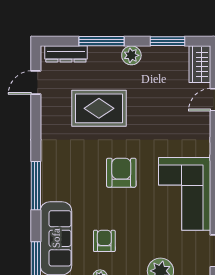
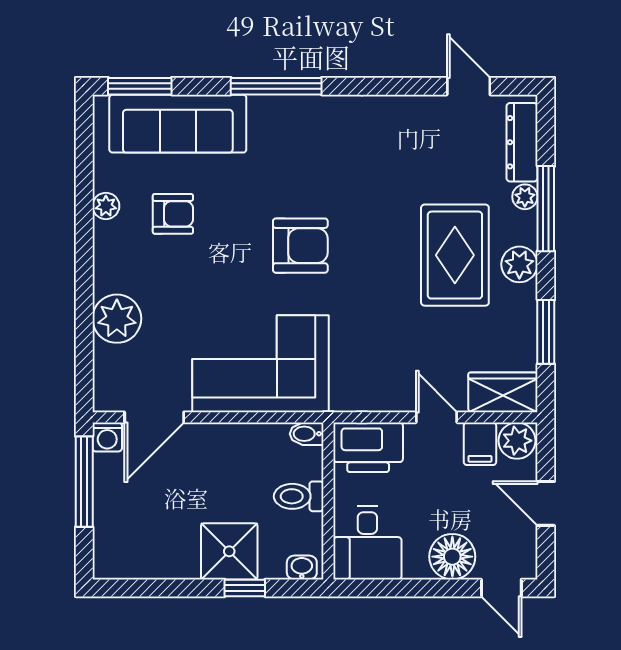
plant: (95, 52) -> (525, 197), added
rug: (99, 108) -> (455, 255), moved

